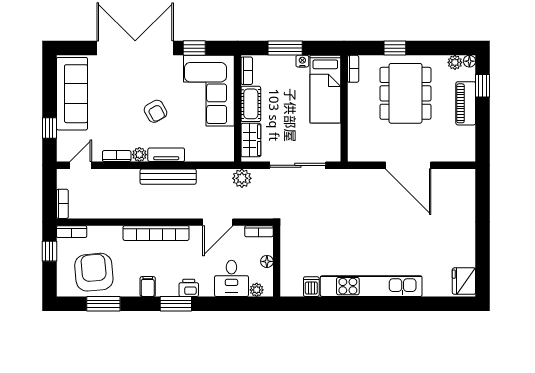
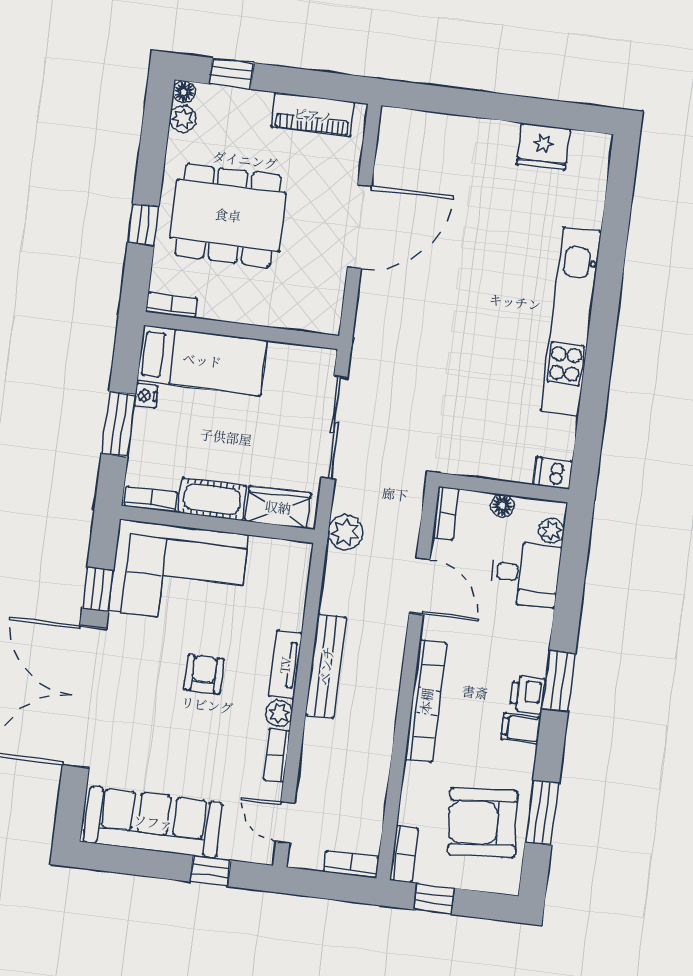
piano: (466, 103) -> (313, 115), moved
armchair: (155, 111) -> (204, 674), turned -61
fridge: (464, 281) -> (543, 147), moved
dishwasher: (311, 287) -> (553, 473), moved
printer: (189, 288) -> (528, 695), moved

